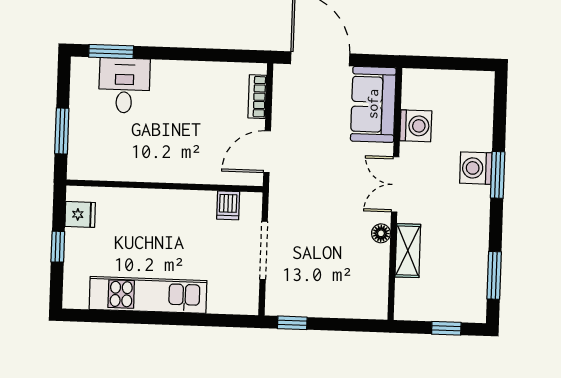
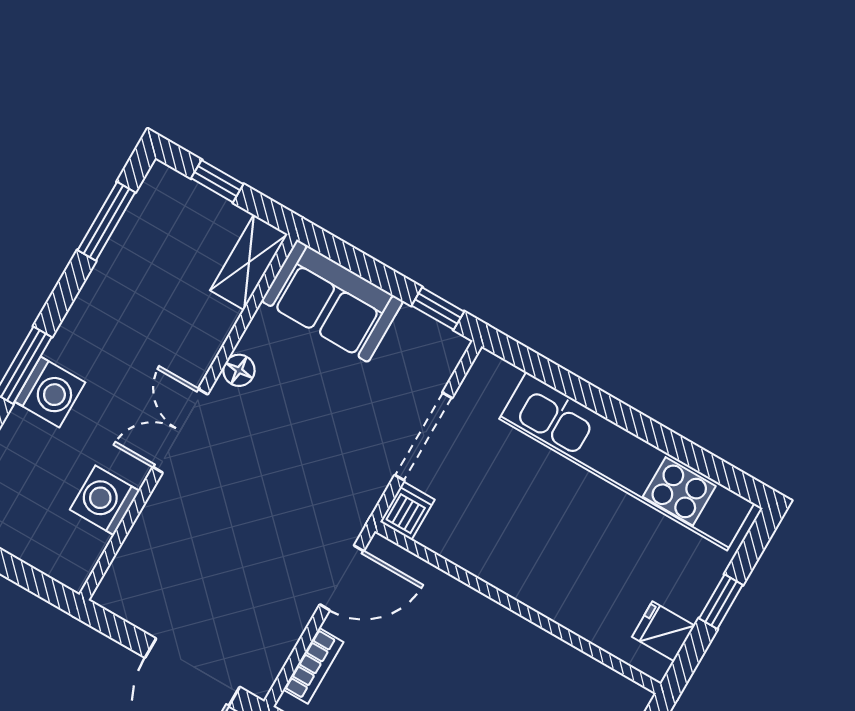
sofa: (373, 104) -> (332, 301), moved, turned 90
double door: (395, 184) -> (180, 431), swing flipped
dishwasher: (228, 205) -> (407, 511), moved
shelving: (408, 251) -> (249, 262), moved
kitchen unit: (148, 295) -> (627, 461), width x1.36

